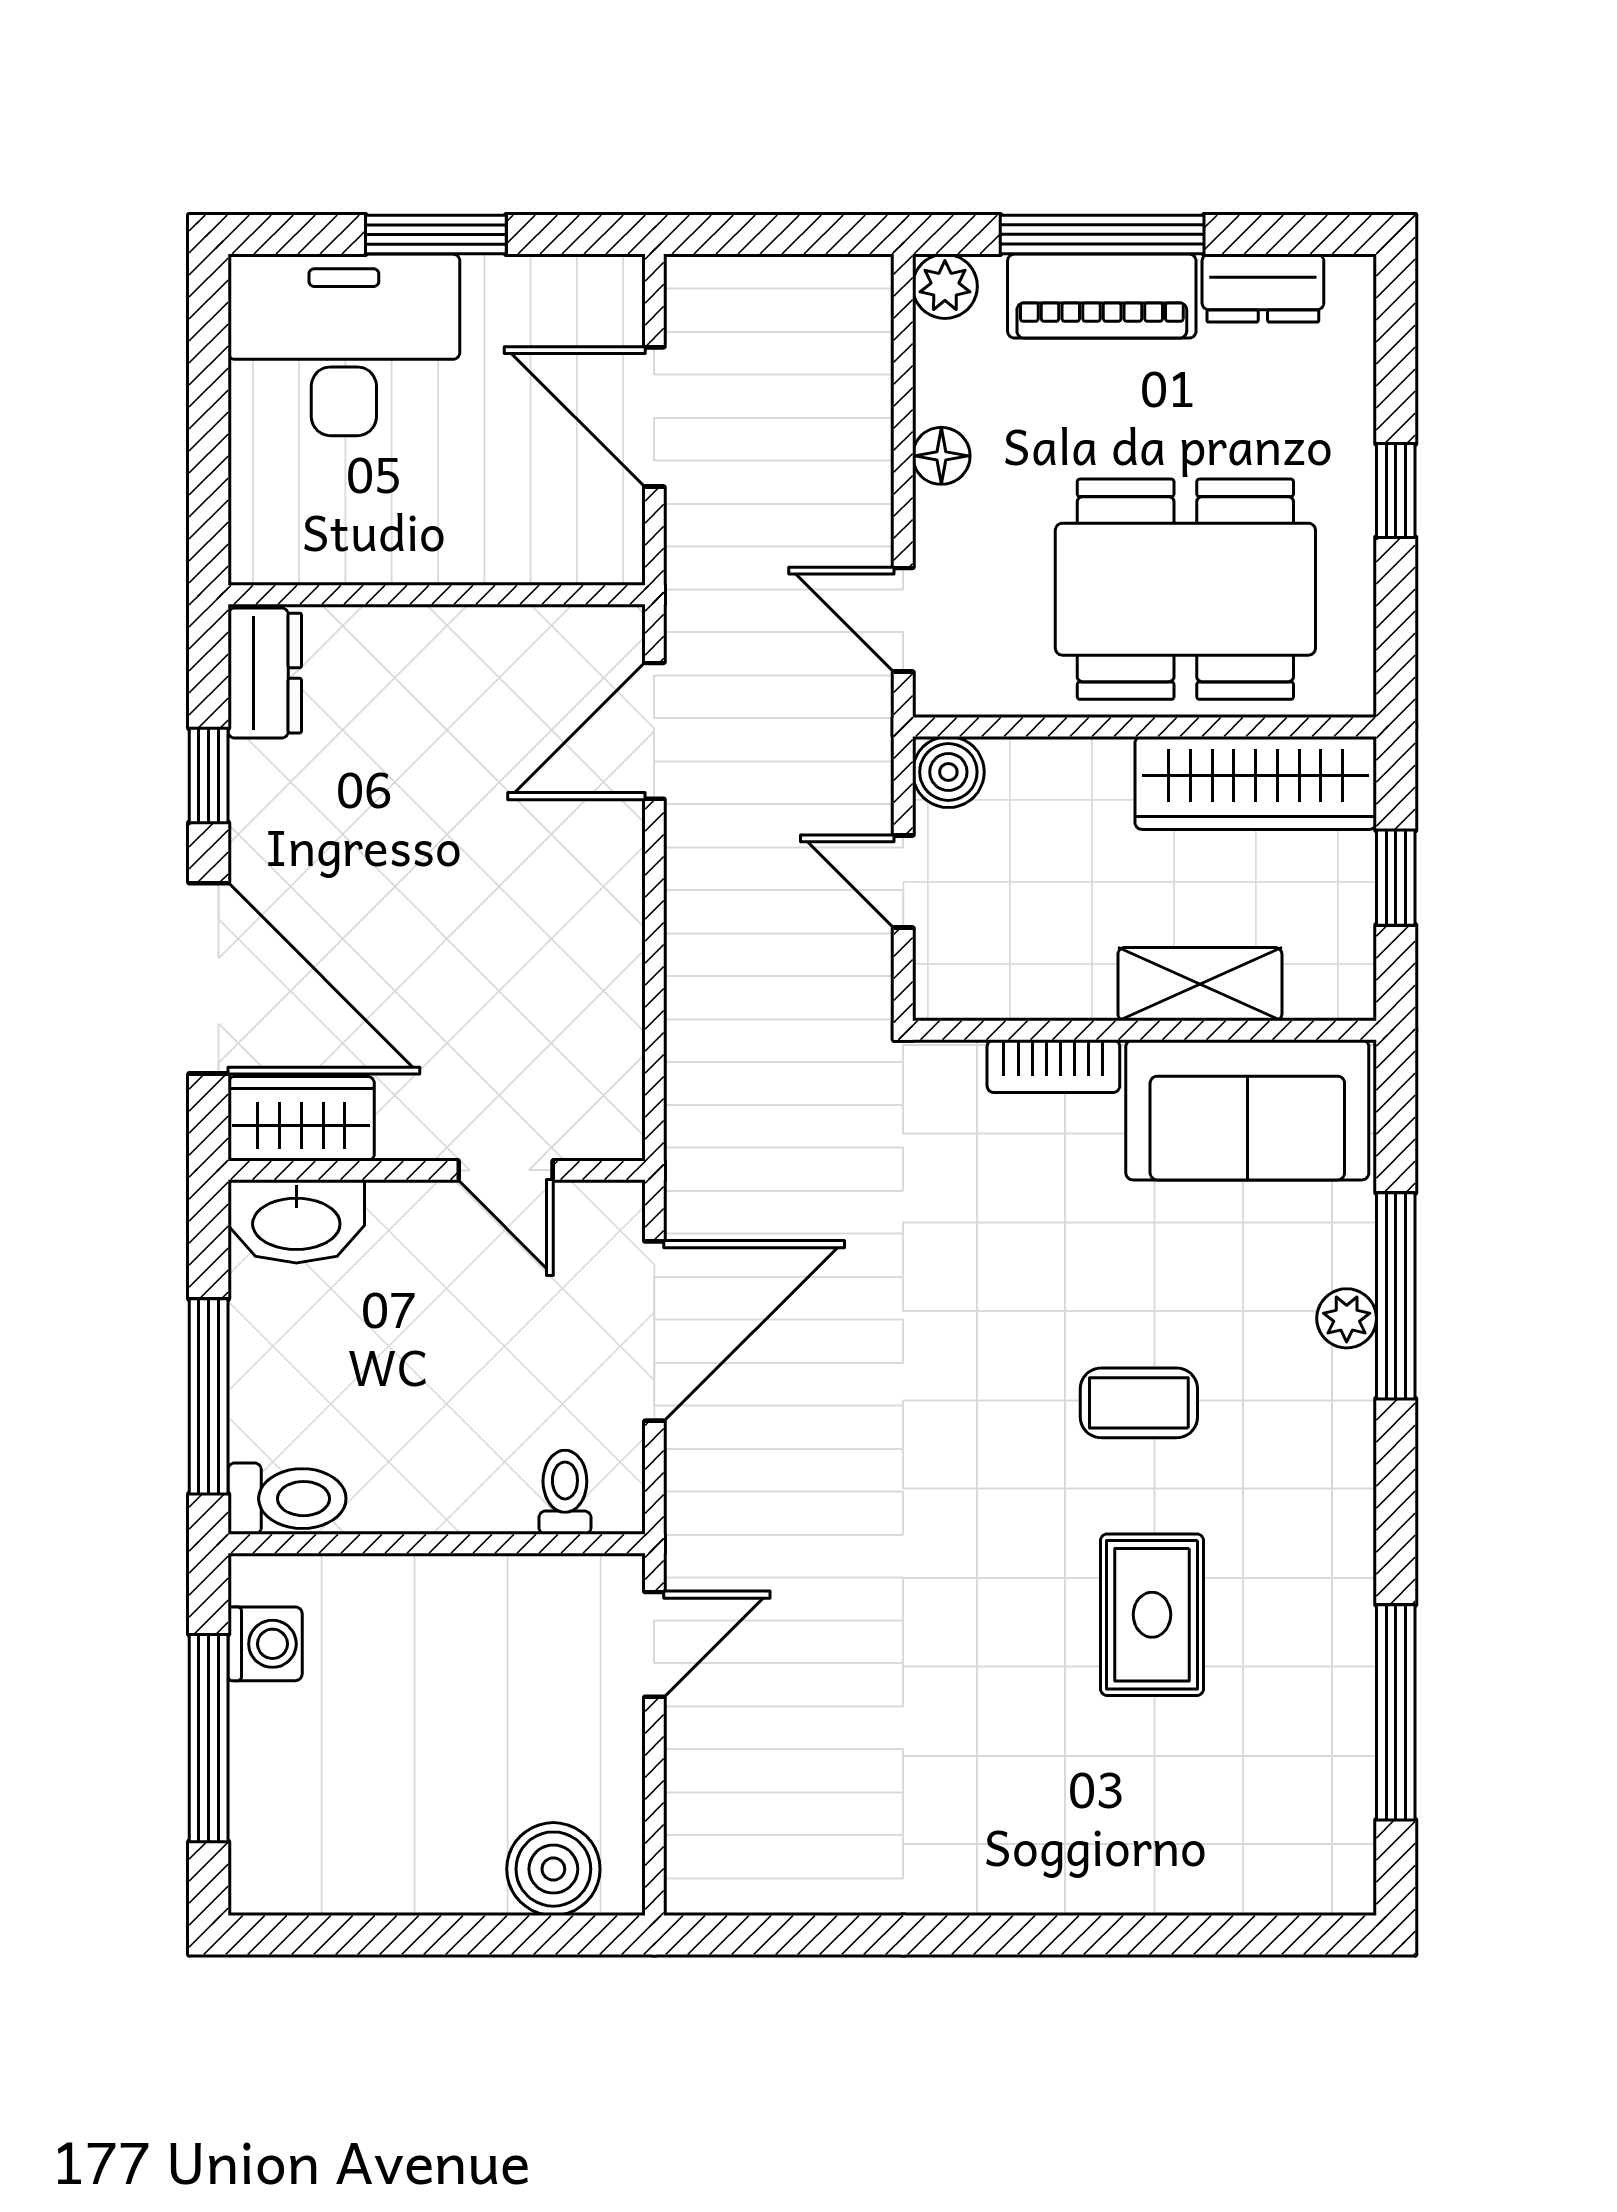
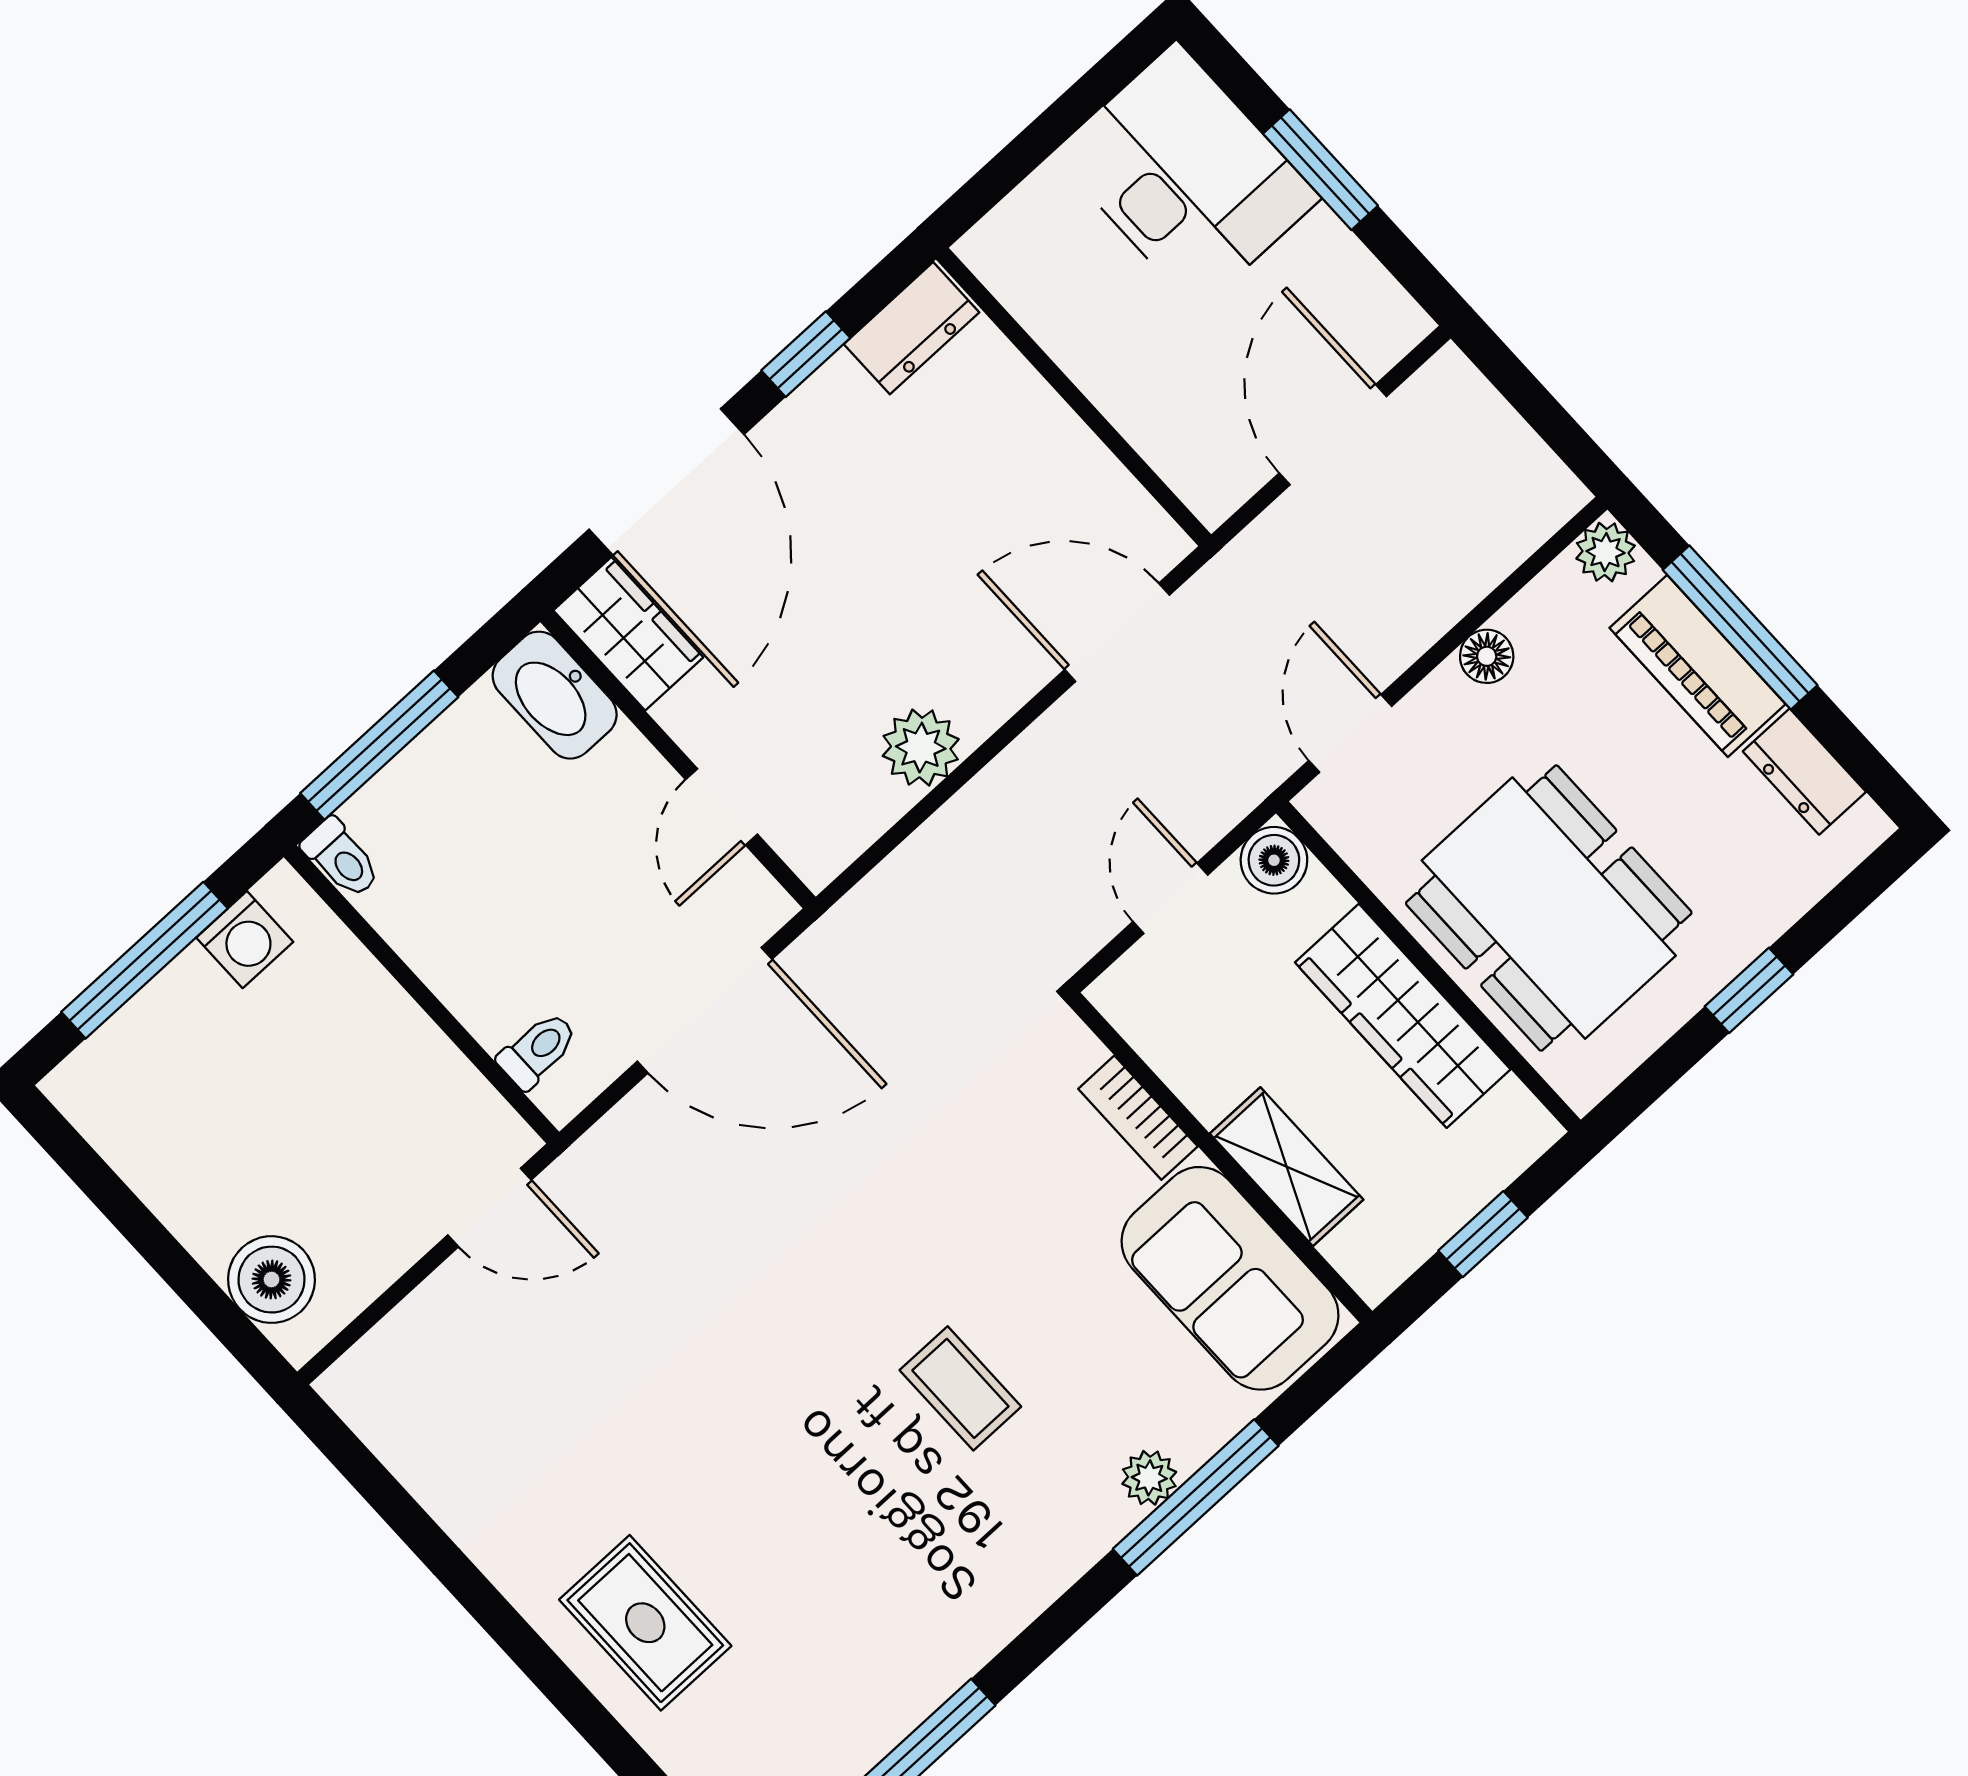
wardrobe: (1256, 783) -> (1403, 1016), moved
plant: (603, 970) -> (921, 748), added
toilet: (287, 1499) -> (341, 858), width x0.73, depth x0.72
rug: (1152, 1615) -> (645, 1623), moved, turned 90

